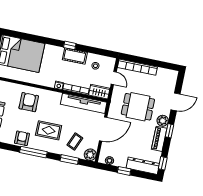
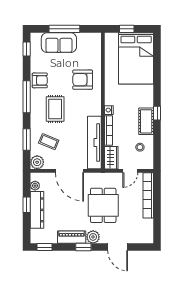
armchair: (29, 102) -> (83, 80), turned 180
dresser: (143, 166) -> (37, 210), moved

